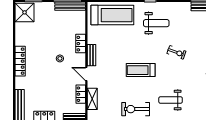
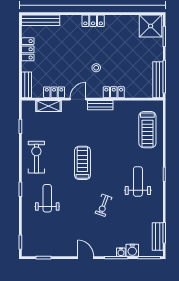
treadmill: (112, 15) -> (147, 130), width x0.73, depth x0.73
weight bench: (156, 23) -> (138, 181), turned 180
locker: (20, 61) -> (93, 21), width x0.66

